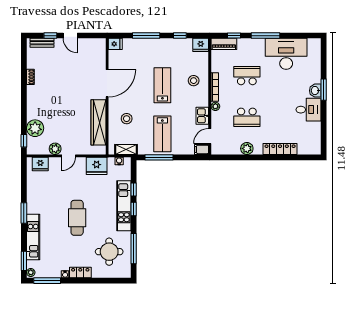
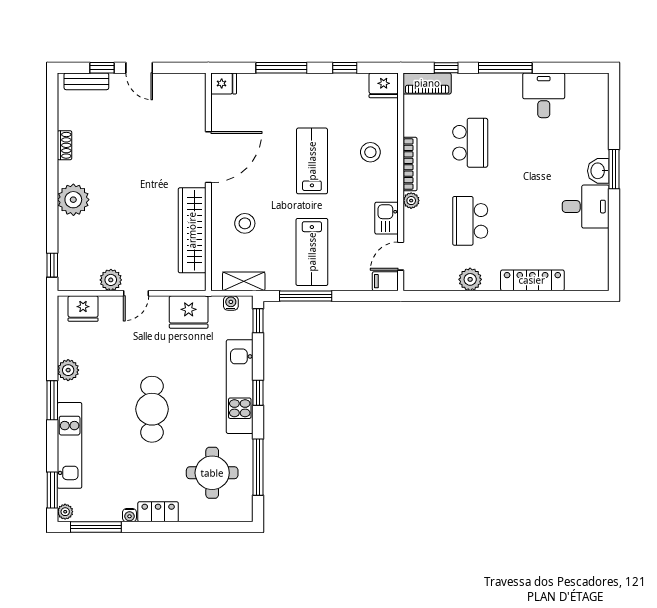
desk: (286, 54) -> (544, 95), width x0.53, depth x0.77
school desk: (247, 76) -> (470, 143), turned 90
school desk: (247, 117) -> (470, 221), turned 90
plant: (35, 128) -> (73, 200), moved
window: (134, 189) -> (258, 321), moved
plant: (32, 197) -> (68, 370), added

